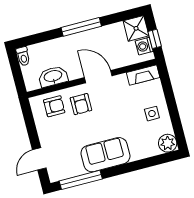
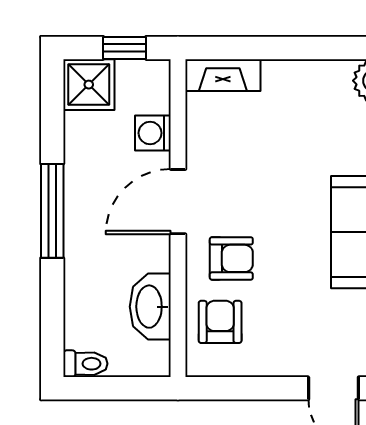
washing machine: (144, 46) -> (153, 133), moved, turned 90
fireplace: (143, 75) -> (223, 75), moved, turned 90
side table: (152, 114) -> (296, 99), removed

